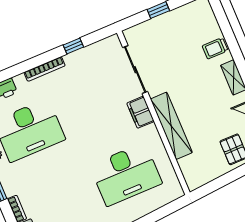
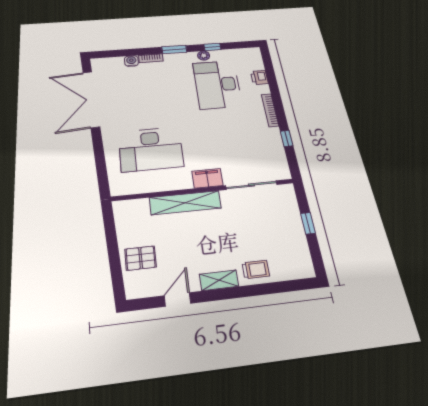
trolley: (215, 48) -> (256, 270), turned 90
desk: (126, 174) -> (151, 149), turned -90

